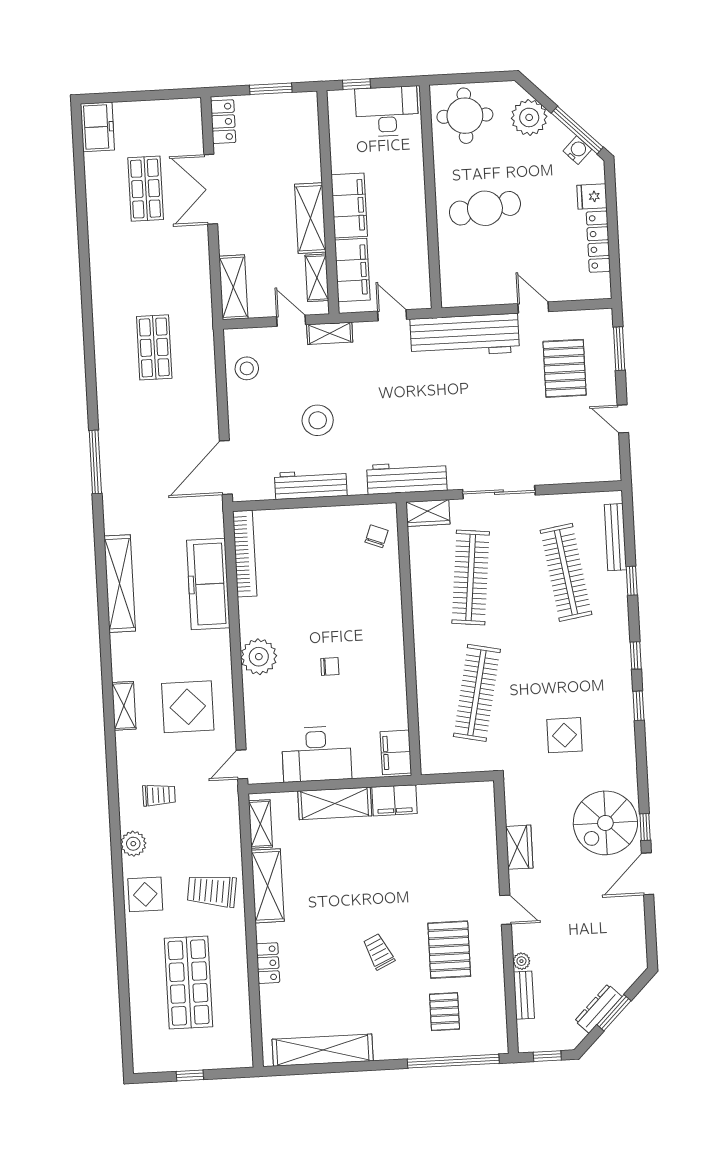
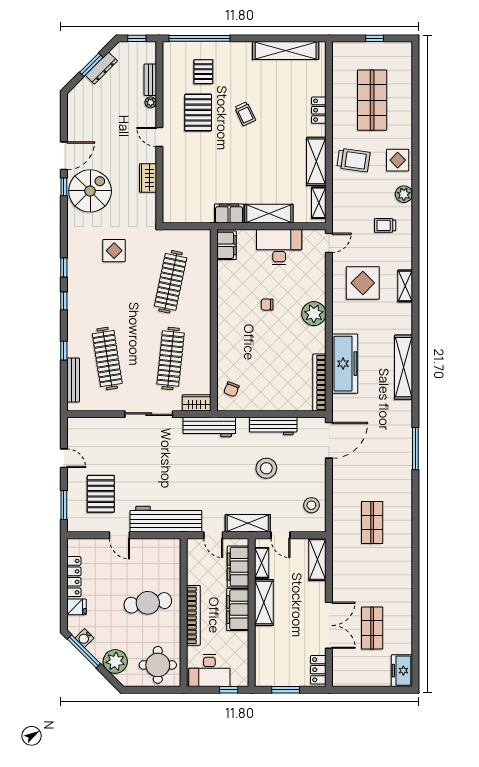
bookcase: (415, 193) -> (193, 615), added
shelving: (330, 333) -> (248, 523), width x1.50, depth x1.33

